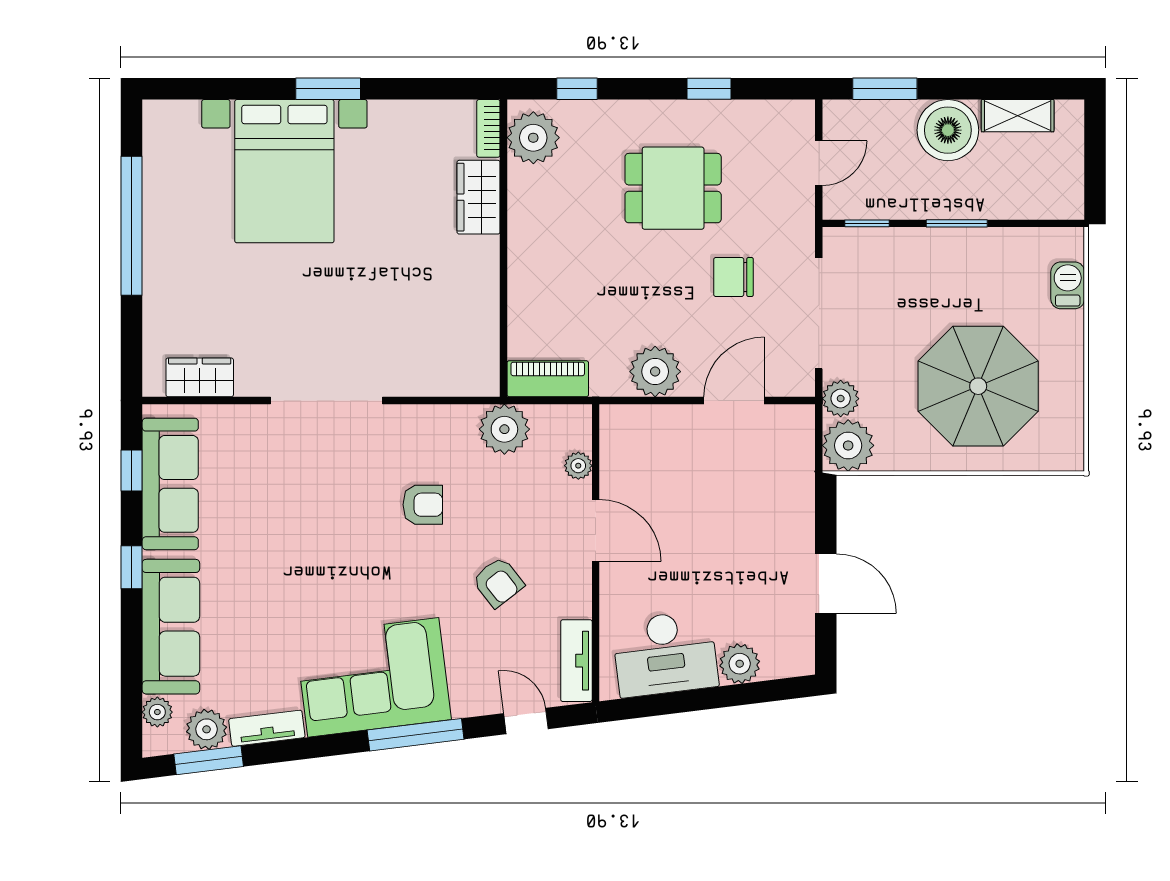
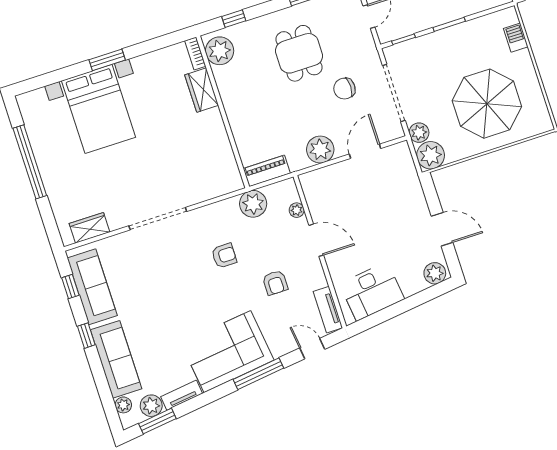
dining table: (673, 188) -> (299, 53), turned 90
armchair: (498, 582) -> (275, 283), turned 38
plant: (740, 664) -> (435, 273), moved

